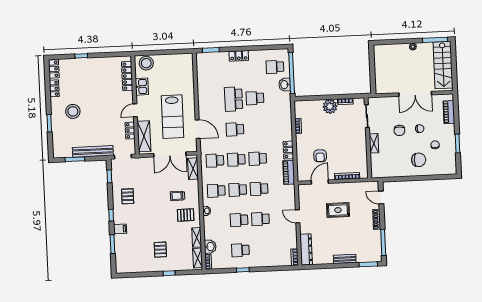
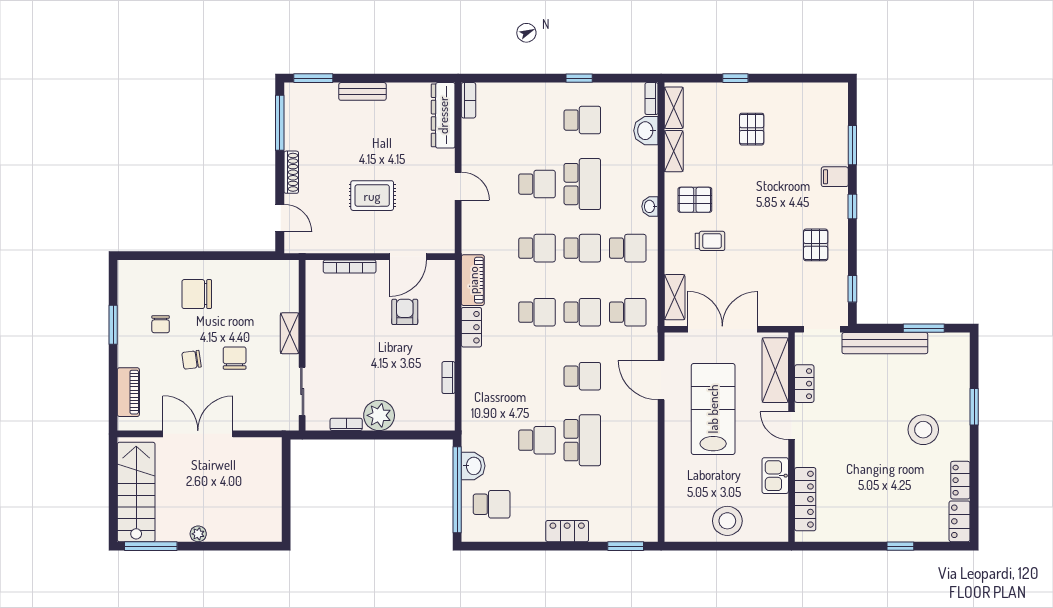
stool: (146, 63) -> (727, 521), moved
door: (135, 110) -> (791, 426), swing flipped
school desk: (239, 220) -> (582, 184), width x1.85

